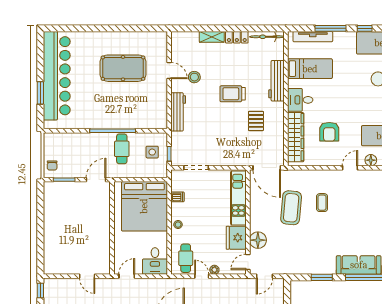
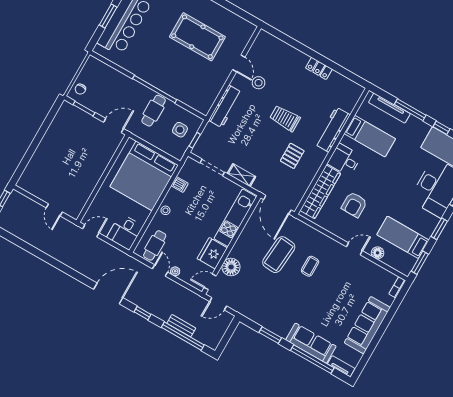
shelving: (212, 37) -> (241, 175), moved
bicycle: (267, 37) -> (347, 84), removed

